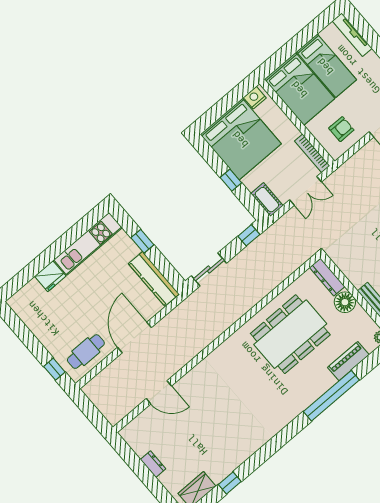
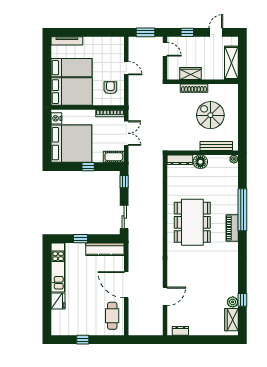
dining table: (290, 334) -> (192, 222), moved
piano: (348, 361) -> (232, 228), moved
window: (54, 369) -> (83, 340), moved
dresser: (153, 464) -> (180, 331), moved
plant: (218, 474) -> (233, 302), added

